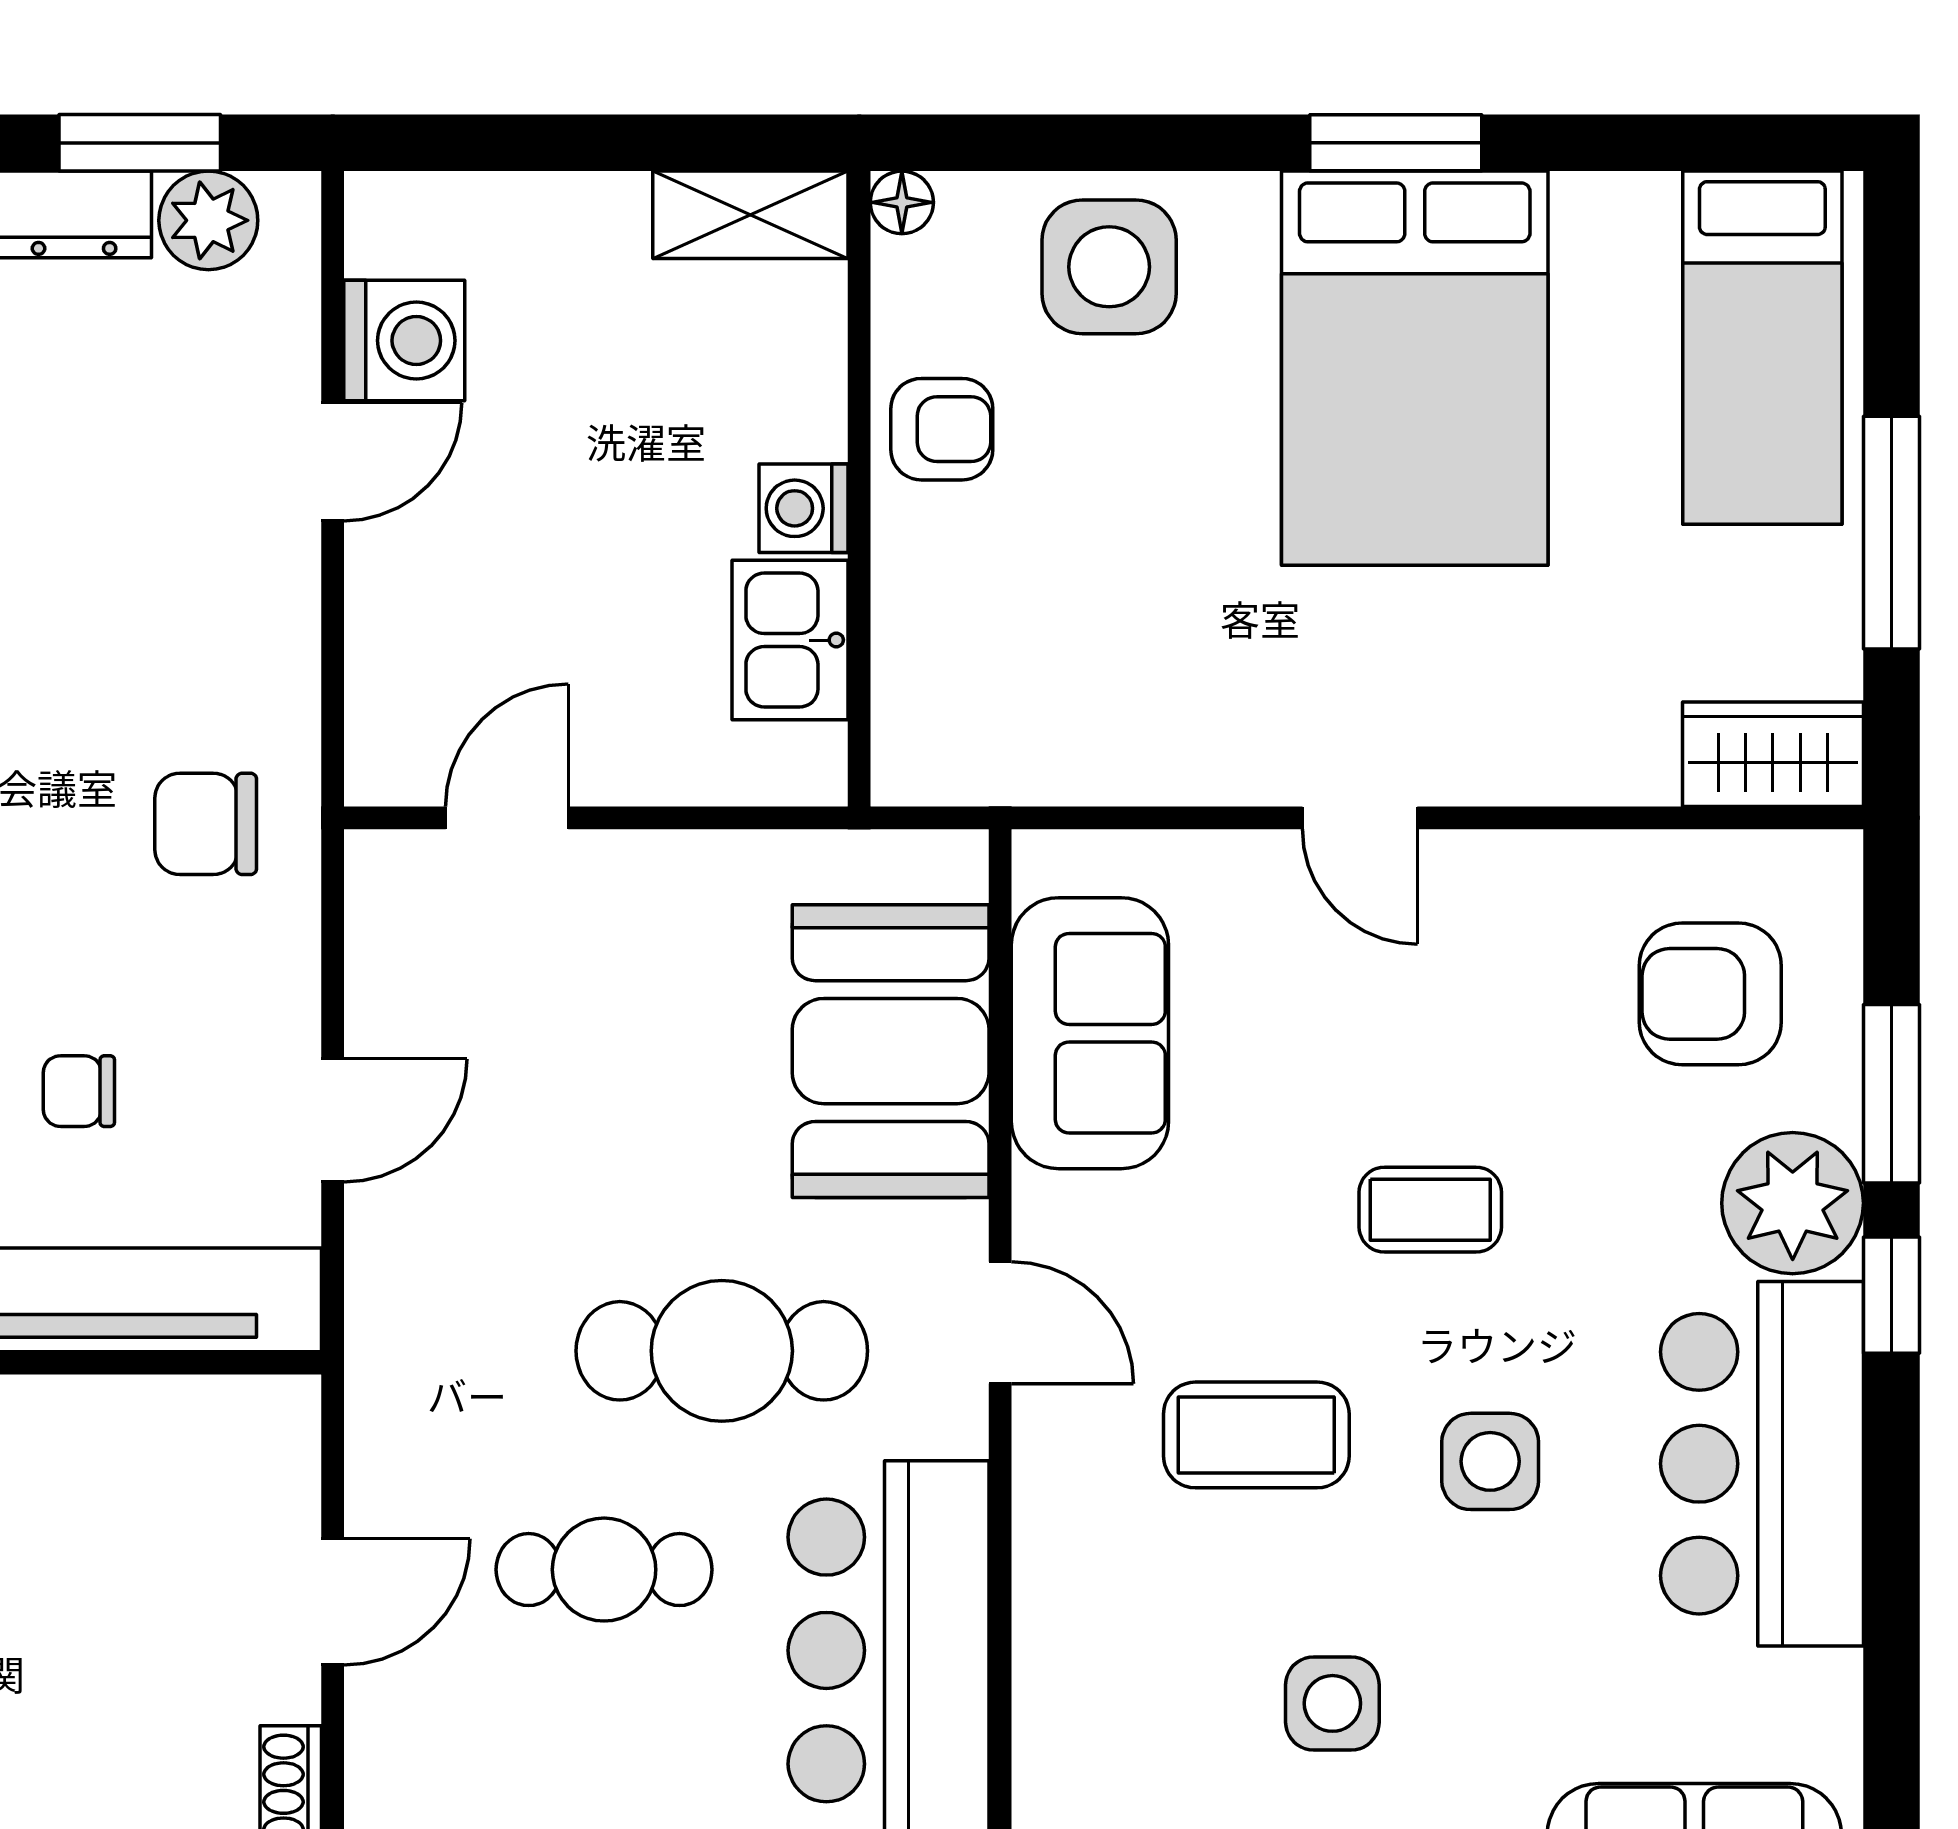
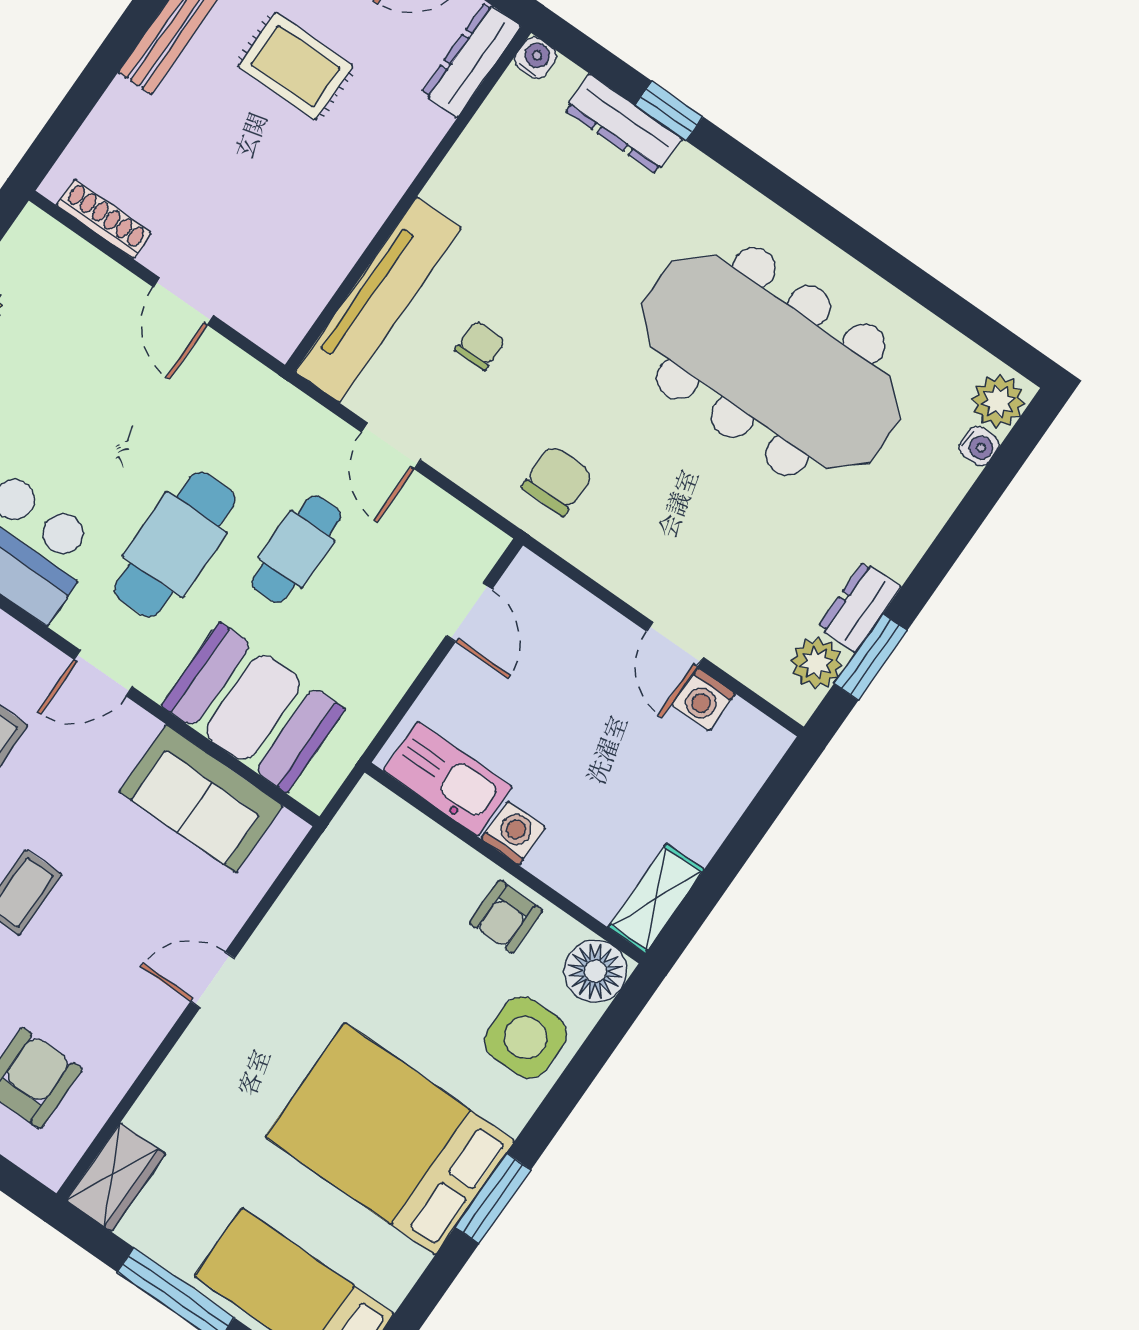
floor lamp: (902, 202) -> (595, 971), width x1.89, depth x1.89
washing machine: (404, 341) -> (704, 699), width x0.73, depth x0.73
kitchen sink: (790, 640) -> (448, 779), width x1.38
cafe table: (604, 1570) -> (296, 549), moved

